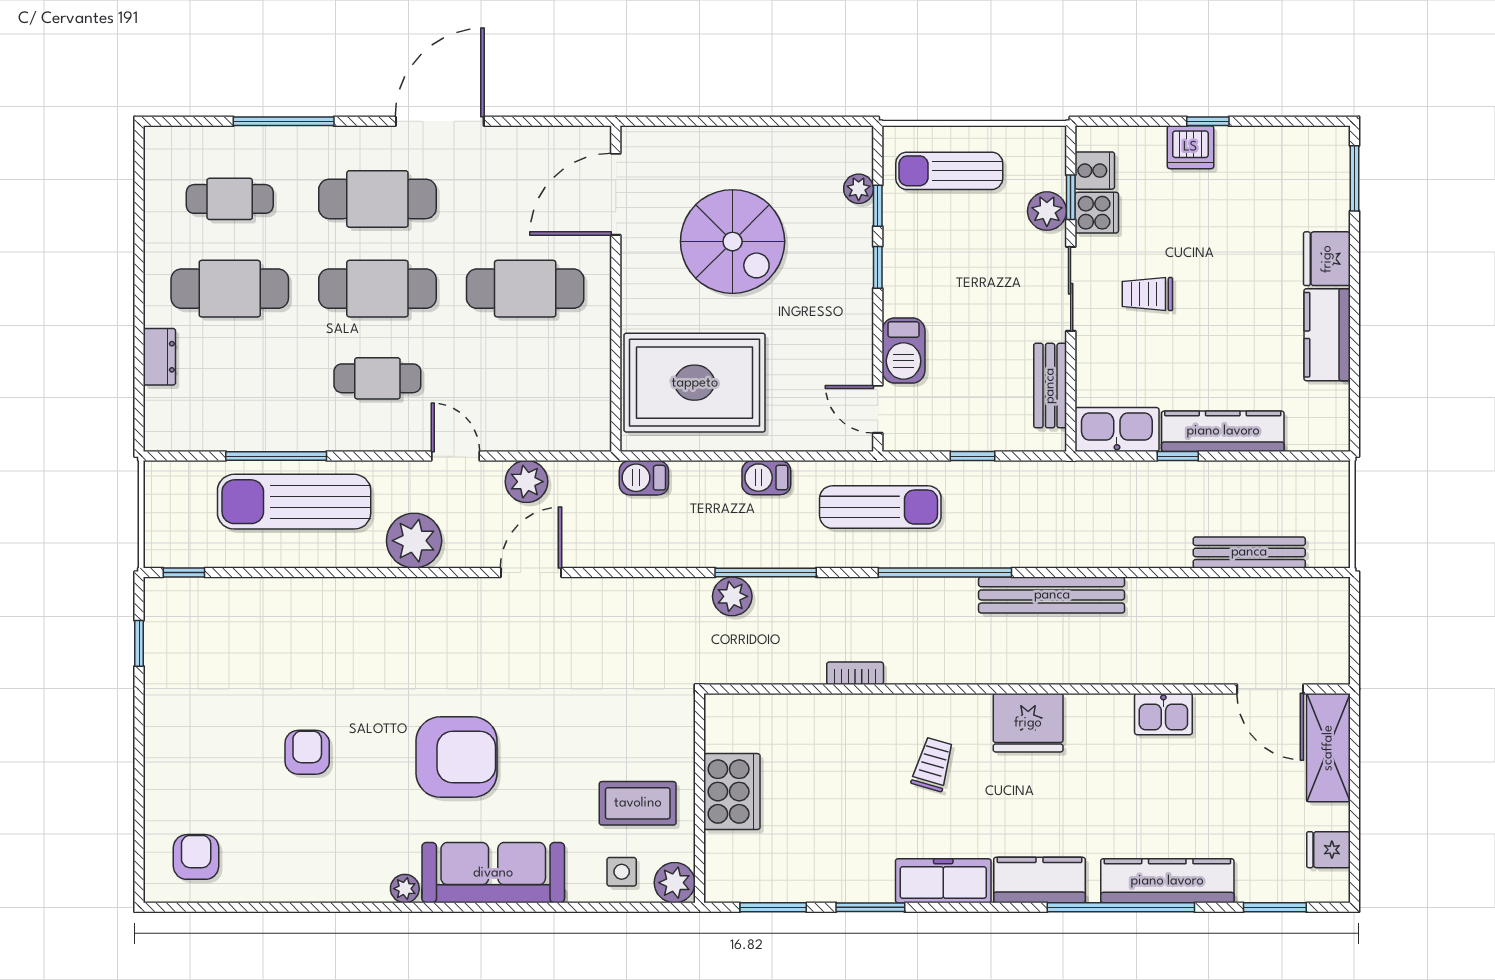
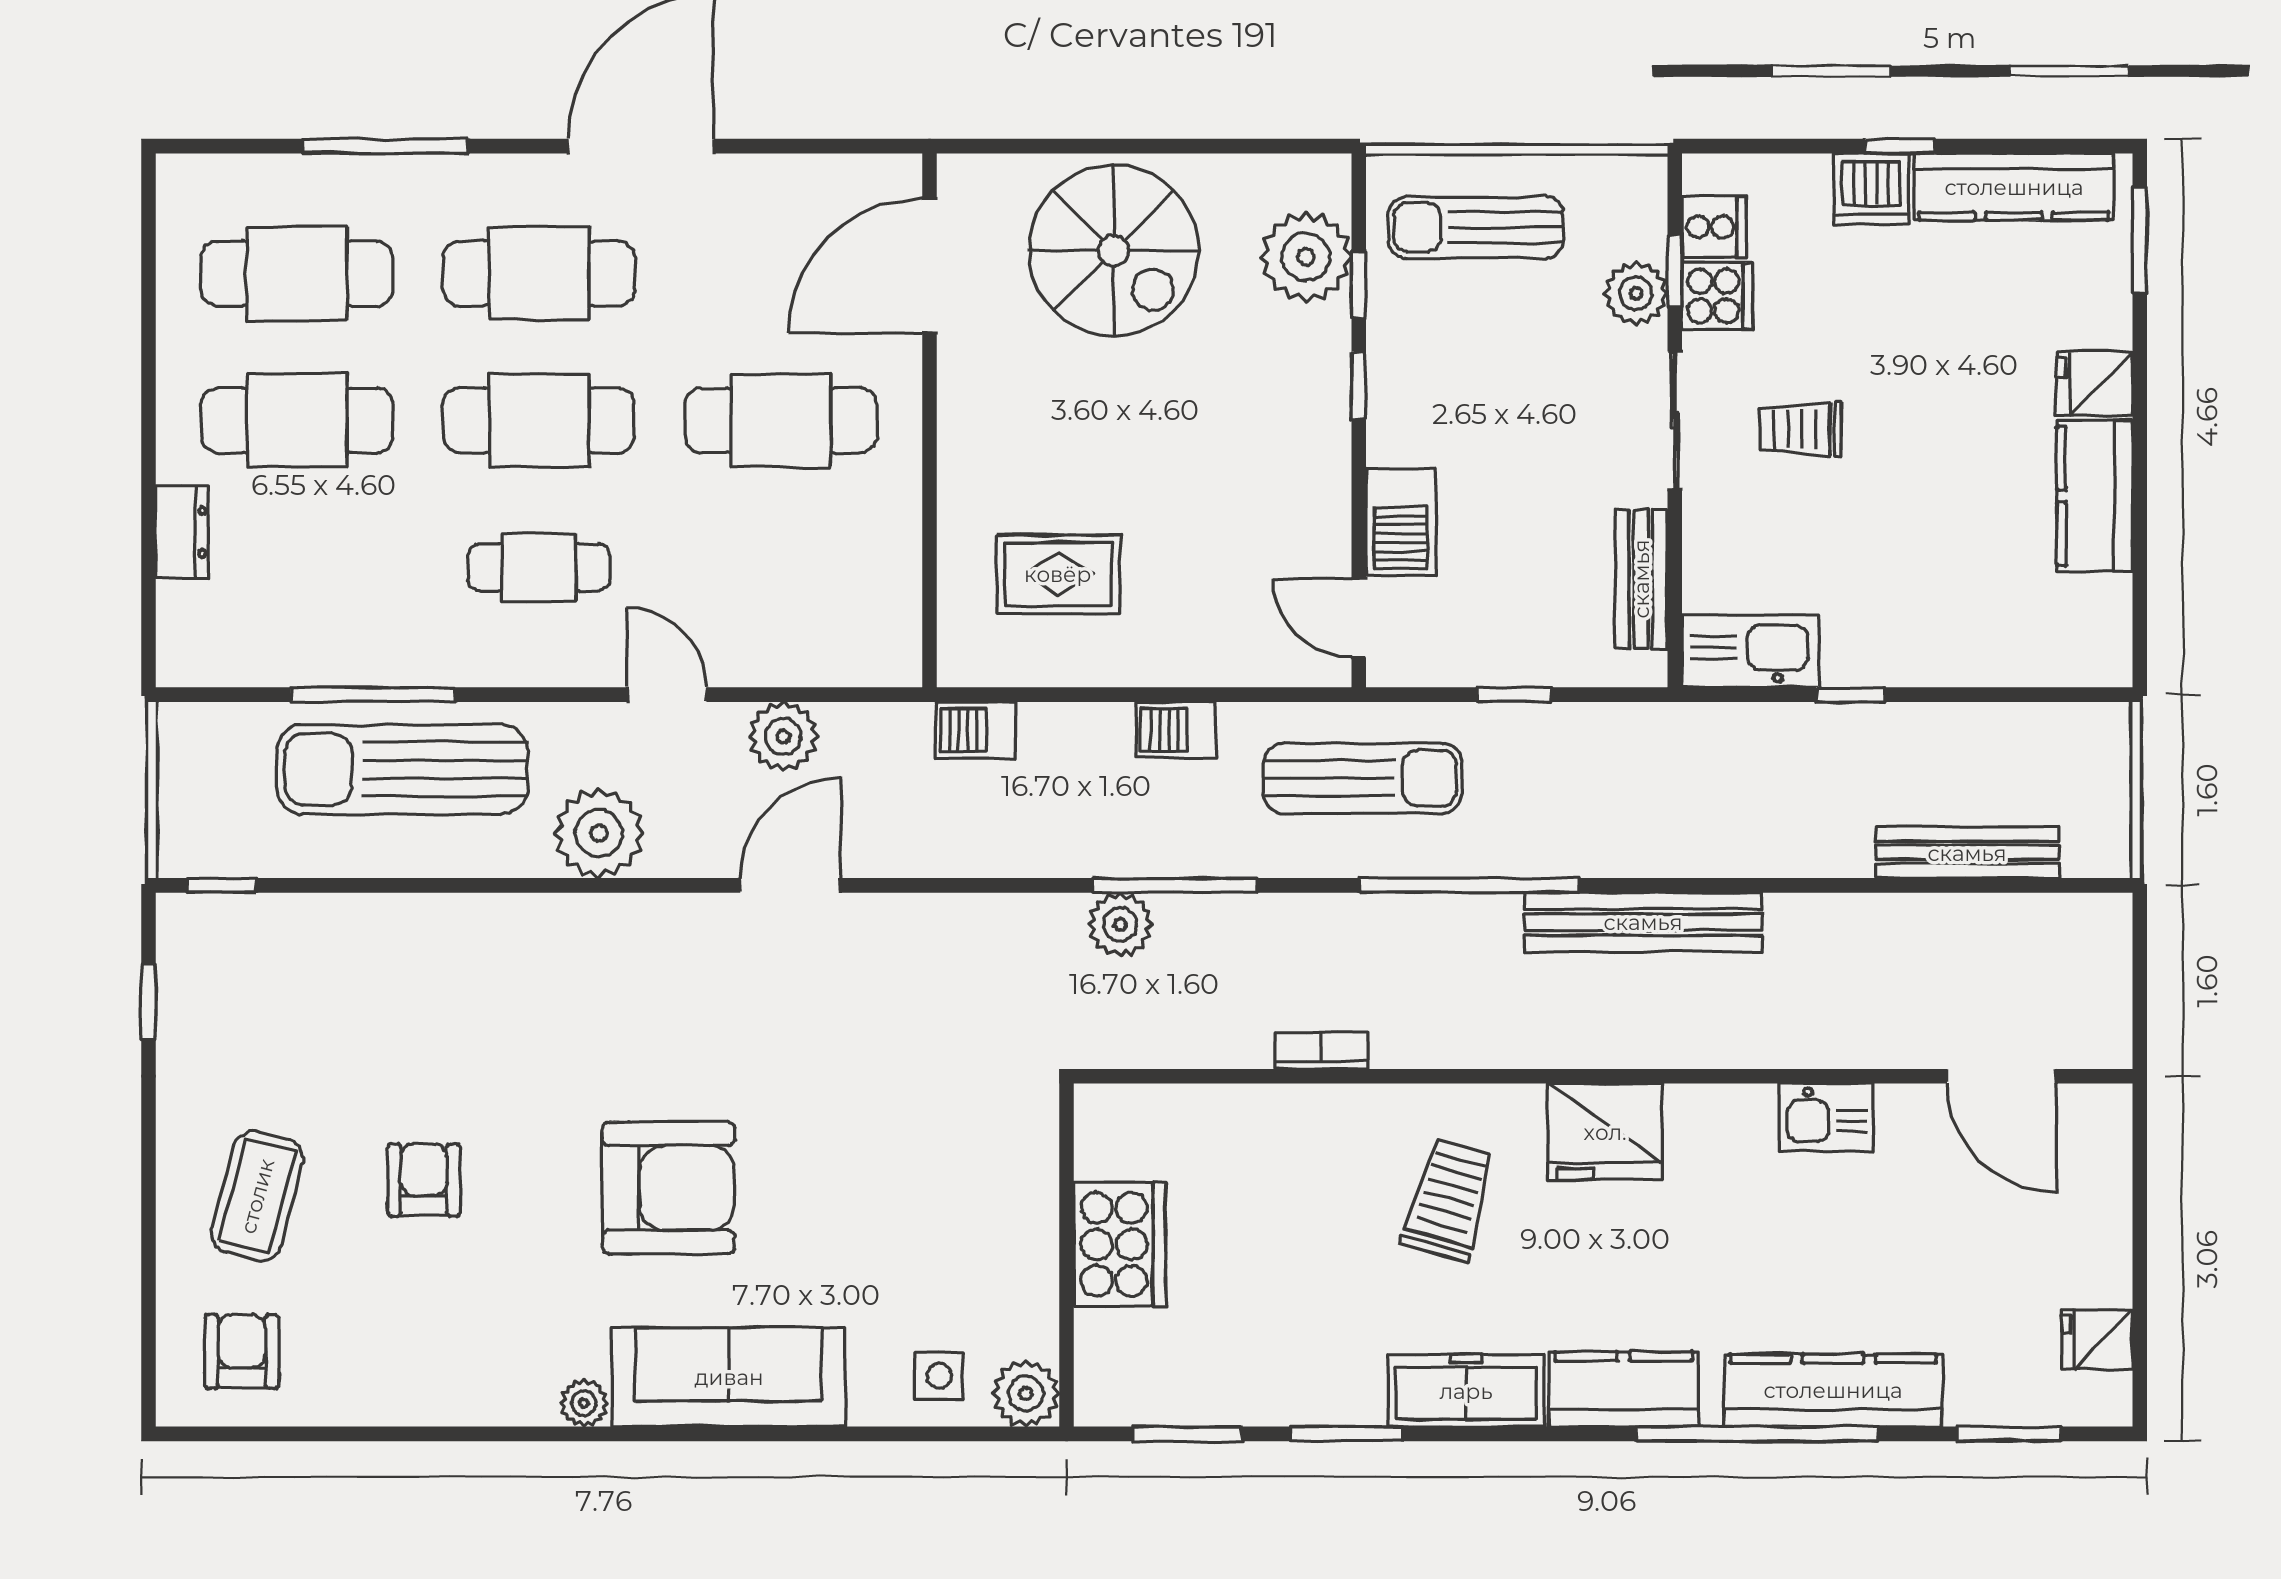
plant: (859, 189) -> (1306, 257), width x1.87, depth x1.87
cafe table: (230, 199) -> (297, 273), width x1.37, depth x1.35
spiral stairs: (733, 242) -> (1114, 250), moved
fridge: (1327, 259) -> (2094, 384), width x0.72
rug: (695, 383) -> (1058, 574), width x0.54, depth x0.49
kitchen counter: (1223, 431) -> (2014, 187), moved, turned 180
shelving: (1328, 748) -> (2097, 1172), removed
trolley: (933, 764) -> (1449, 1200), width x1.36, depth x1.39
coffee table: (638, 803) -> (257, 1196), moved, turned -75

